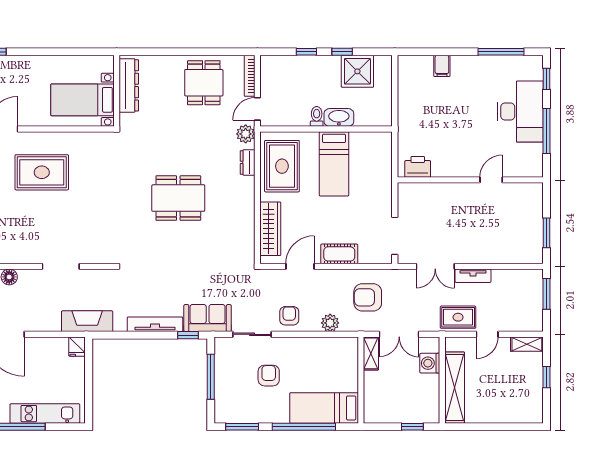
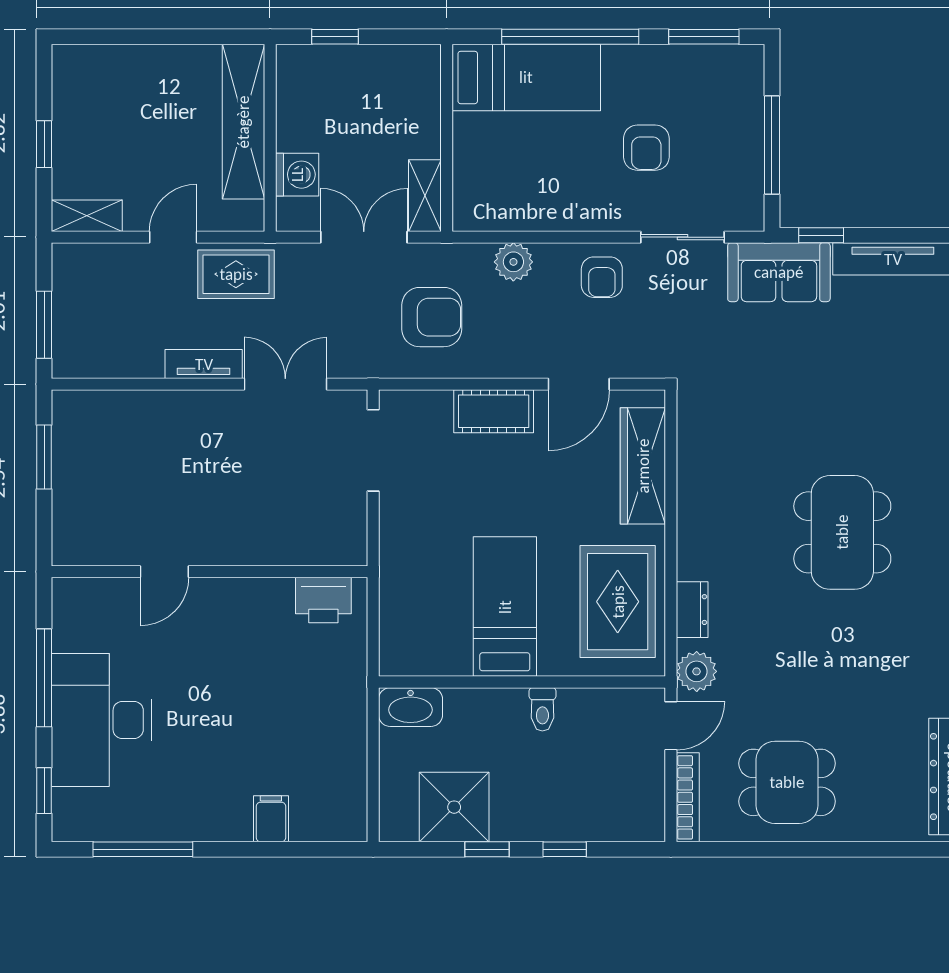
dining table: (204, 83) -> (787, 782), turned 90
washbasin: (339, 117) -> (411, 707), moved
dining table: (178, 198) -> (842, 532), turned 90

